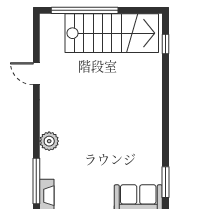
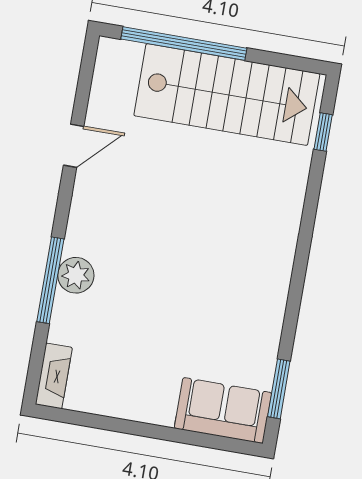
door: (36, 74) -> (74, 146), swing flipped
window: (36, 181) -> (50, 280), moved

